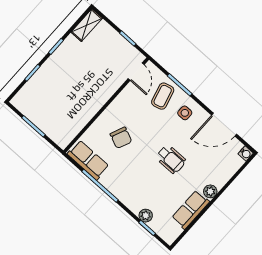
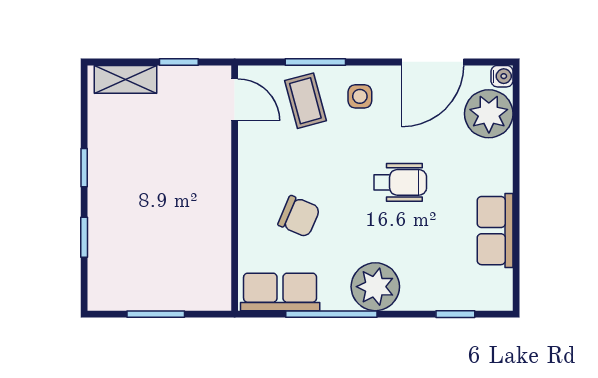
shelving: (87, 25) -> (126, 79), moved, turned 90
plant: (210, 191) -> (489, 114), moved, width x1.88, depth x1.88
plant: (146, 216) -> (375, 287), moved, width x1.88, depth x1.88

